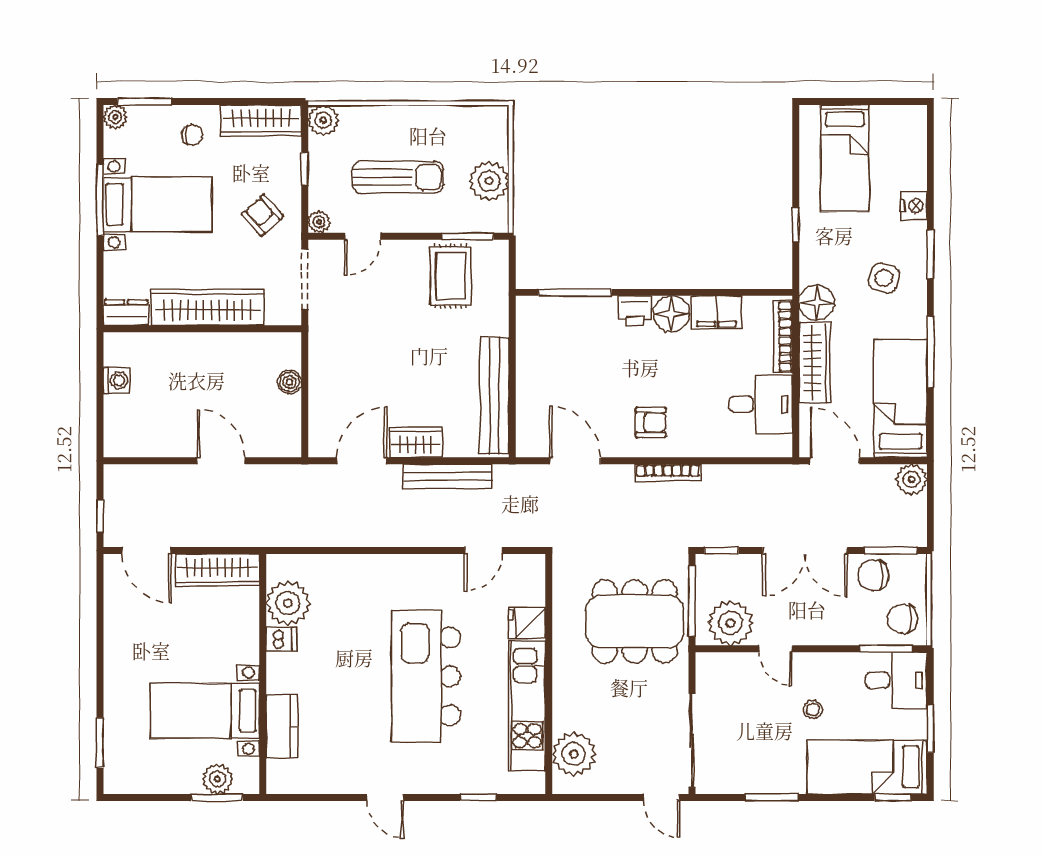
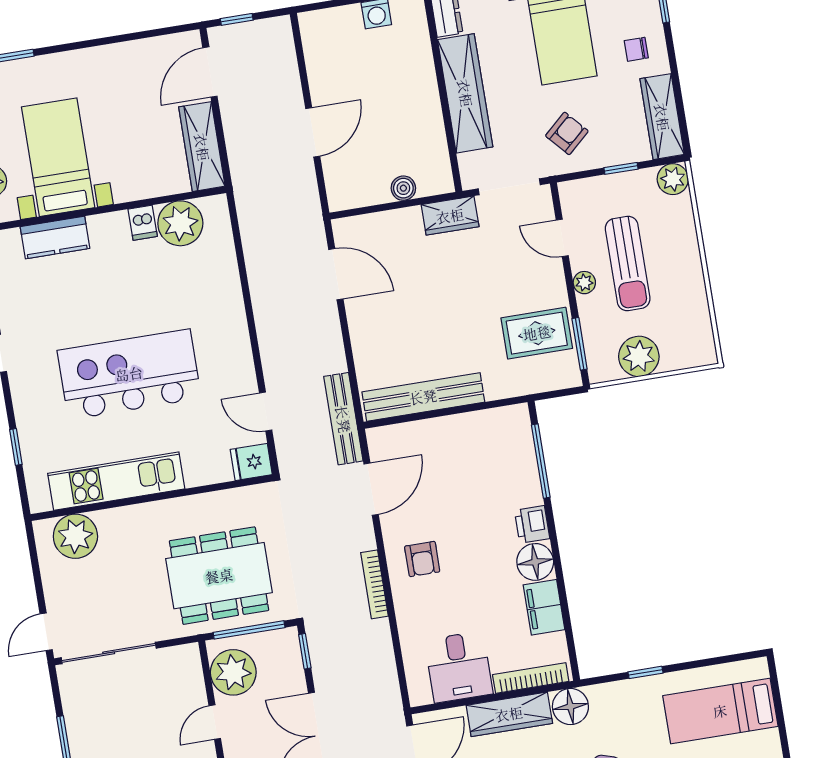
chair: (192, 135) -> (636, 49), turned 90
plant: (319, 222) -> (584, 283), moved
wardrobe: (416, 442) -> (450, 216), moved, turned 90
bench: (448, 476) -> (343, 419), moved
dining table: (635, 621) -> (219, 576), turned 90
fridge: (527, 623) -> (251, 462), moved, turned -90

